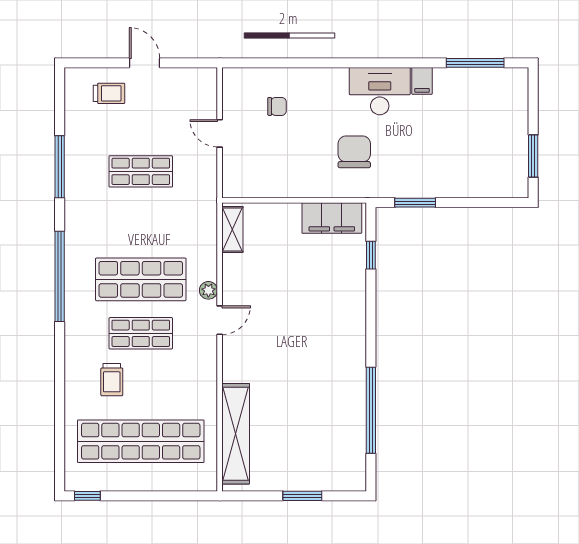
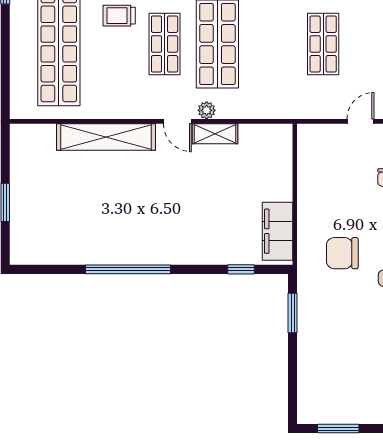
chair: (354, 152) -> (342, 253), turned 180
shelving: (232, 229) -> (215, 134), moved
window: (371, 410) -> (128, 269), moved
shelving: (236, 434) -> (106, 137), moved

